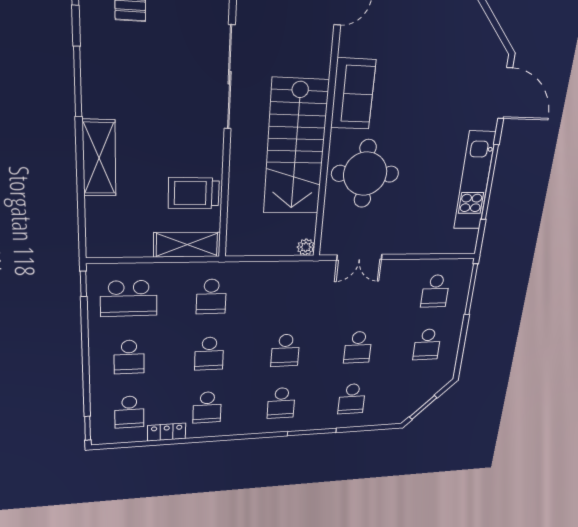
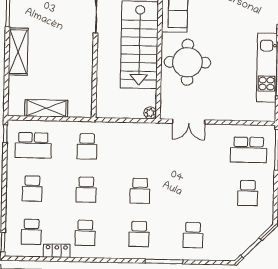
trolley: (194, 193) -> (75, 74), removed
shelving: (187, 245) -> (46, 108), moved
school desk: (435, 291) -> (249, 150), width x1.85
school desk: (358, 347) -> (194, 192), removed

